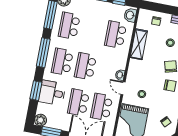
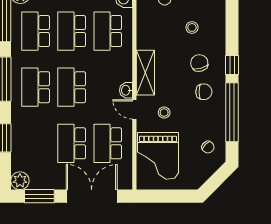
school desk: (92, 30) -> (72, 31), added
shelving: (139, 44) -> (145, 73), moved
desk: (52, 93) -> (29, 137), removed

